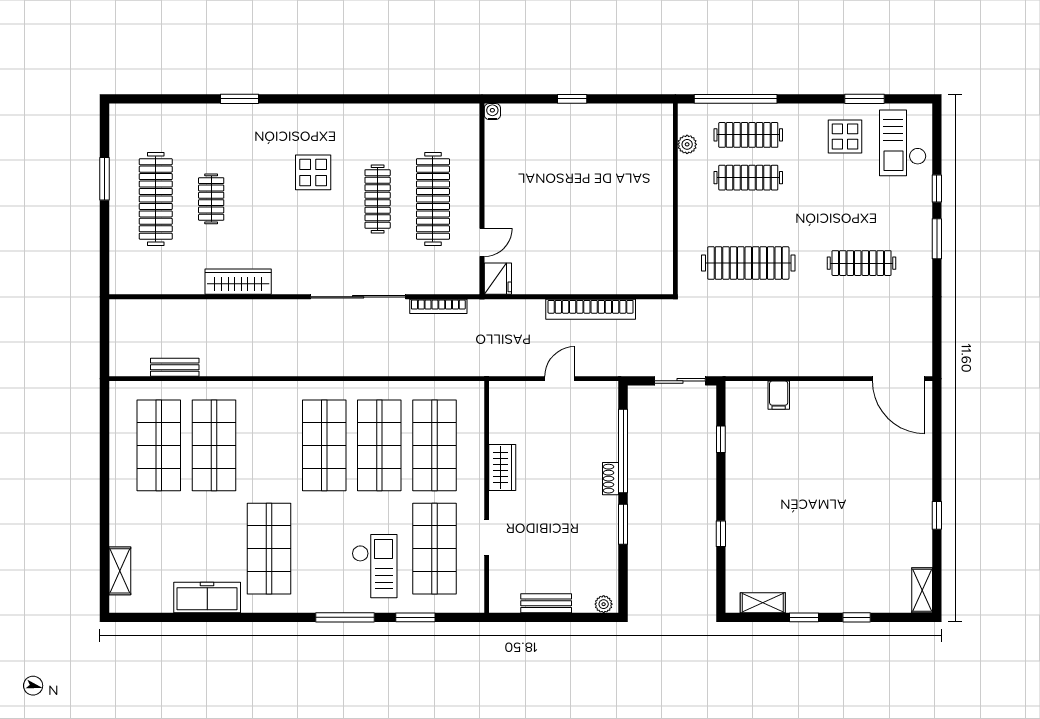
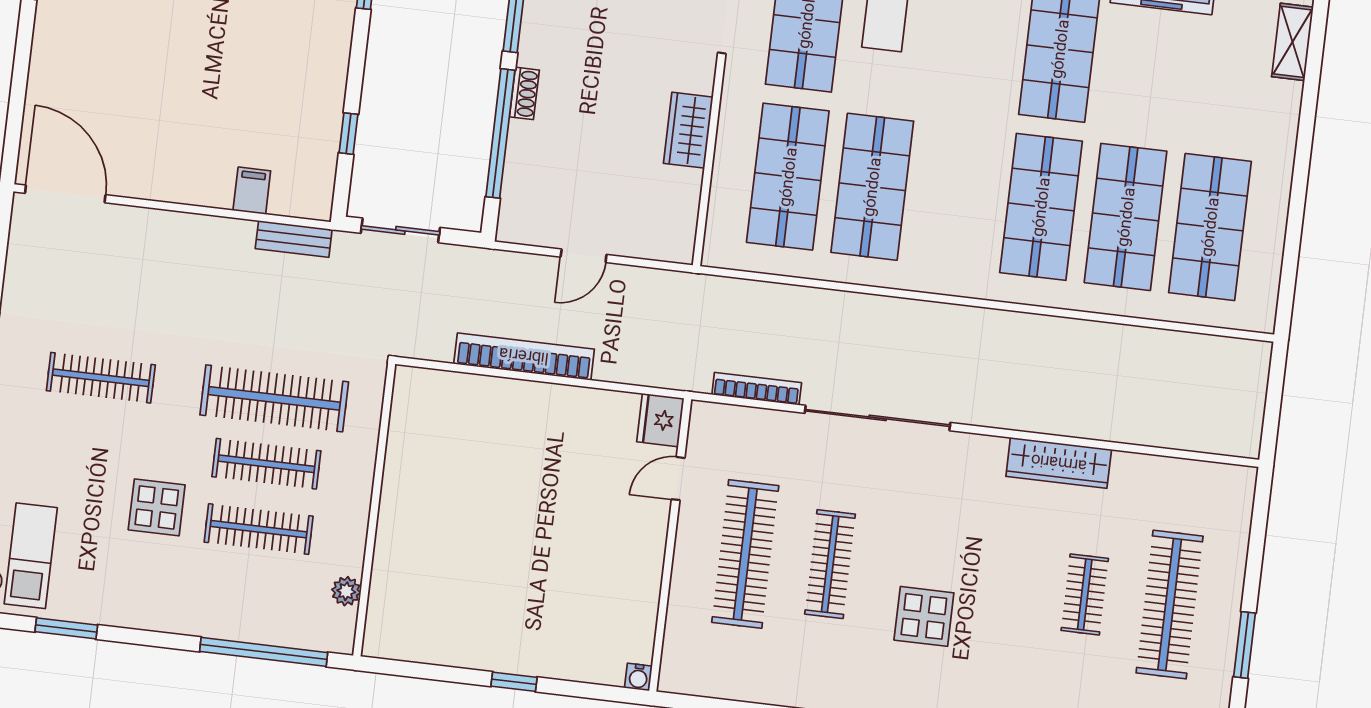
clothes rail: (748, 135) -> (266, 464), moved
display table: (845, 137) -> (157, 507), moved
bench: (175, 367) -> (294, 239), moved
shop shelf: (324, 445) -> (1041, 207), moved

